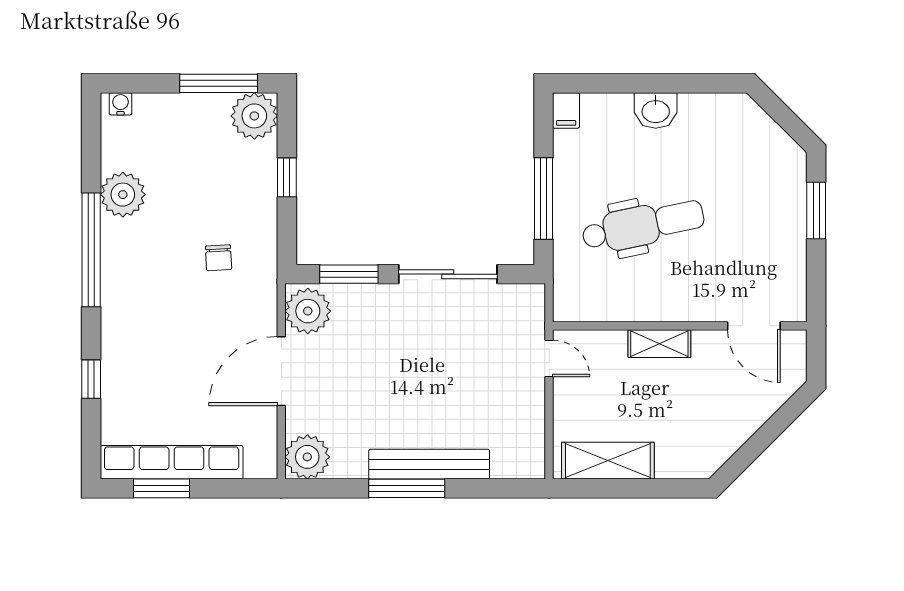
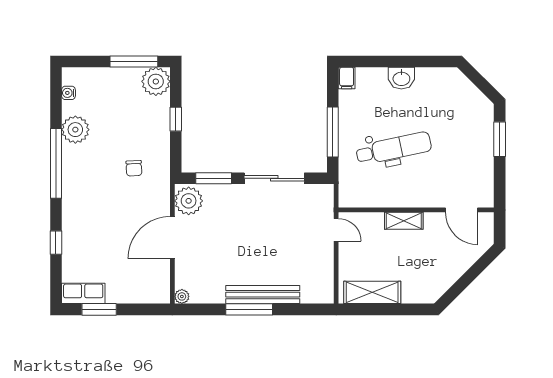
water cooler: (120, 104) -> (68, 93), moved, turned -90
plant: (307, 457) -> (182, 296), width x0.53, depth x0.53
row of seats: (172, 462) -> (83, 293), width x0.50

